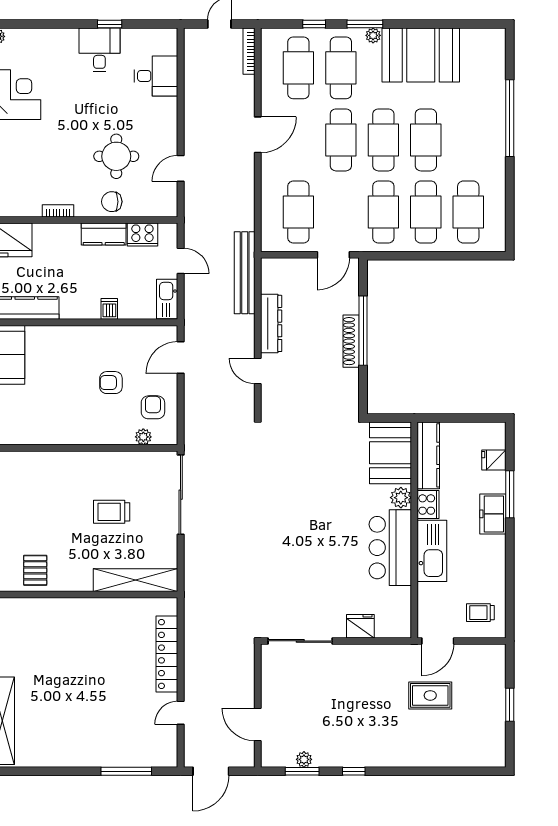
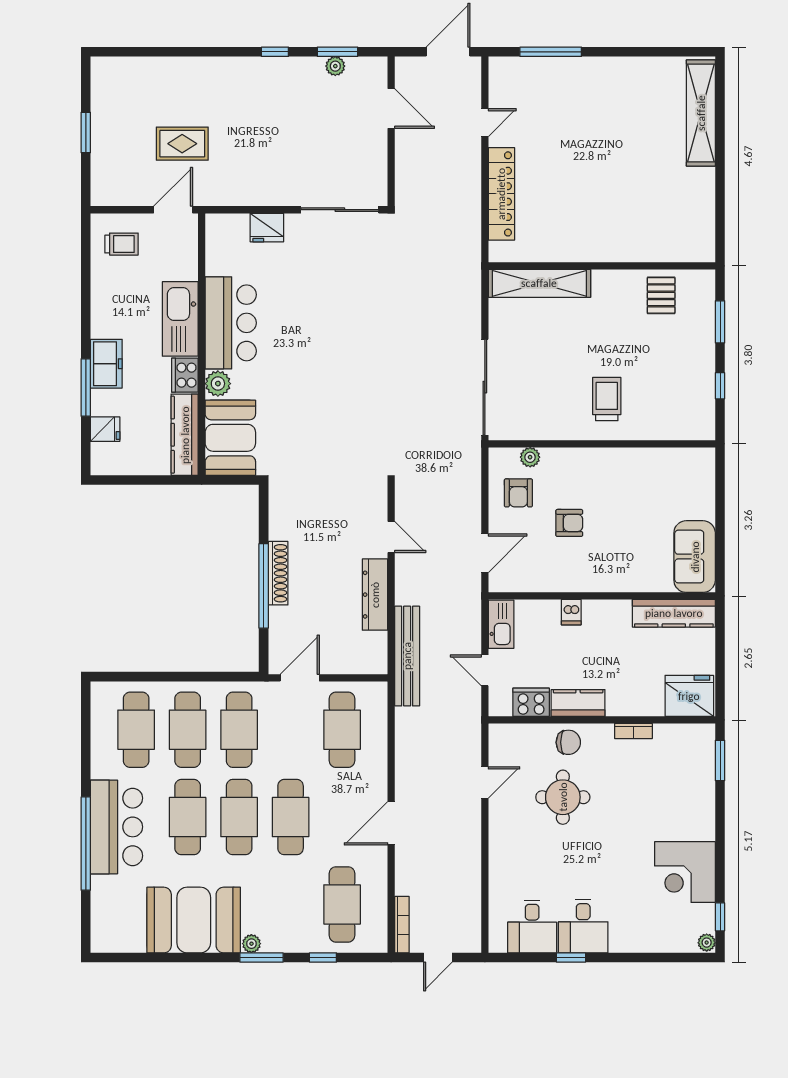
cafe table: (341, 68) -> (291, 904), removed
desk: (156, 76) -> (532, 926), moved, turned -90
bar counter: (484, 132) -> (117, 827), added
trolley: (112, 512) -> (607, 399), moved, turned -90

